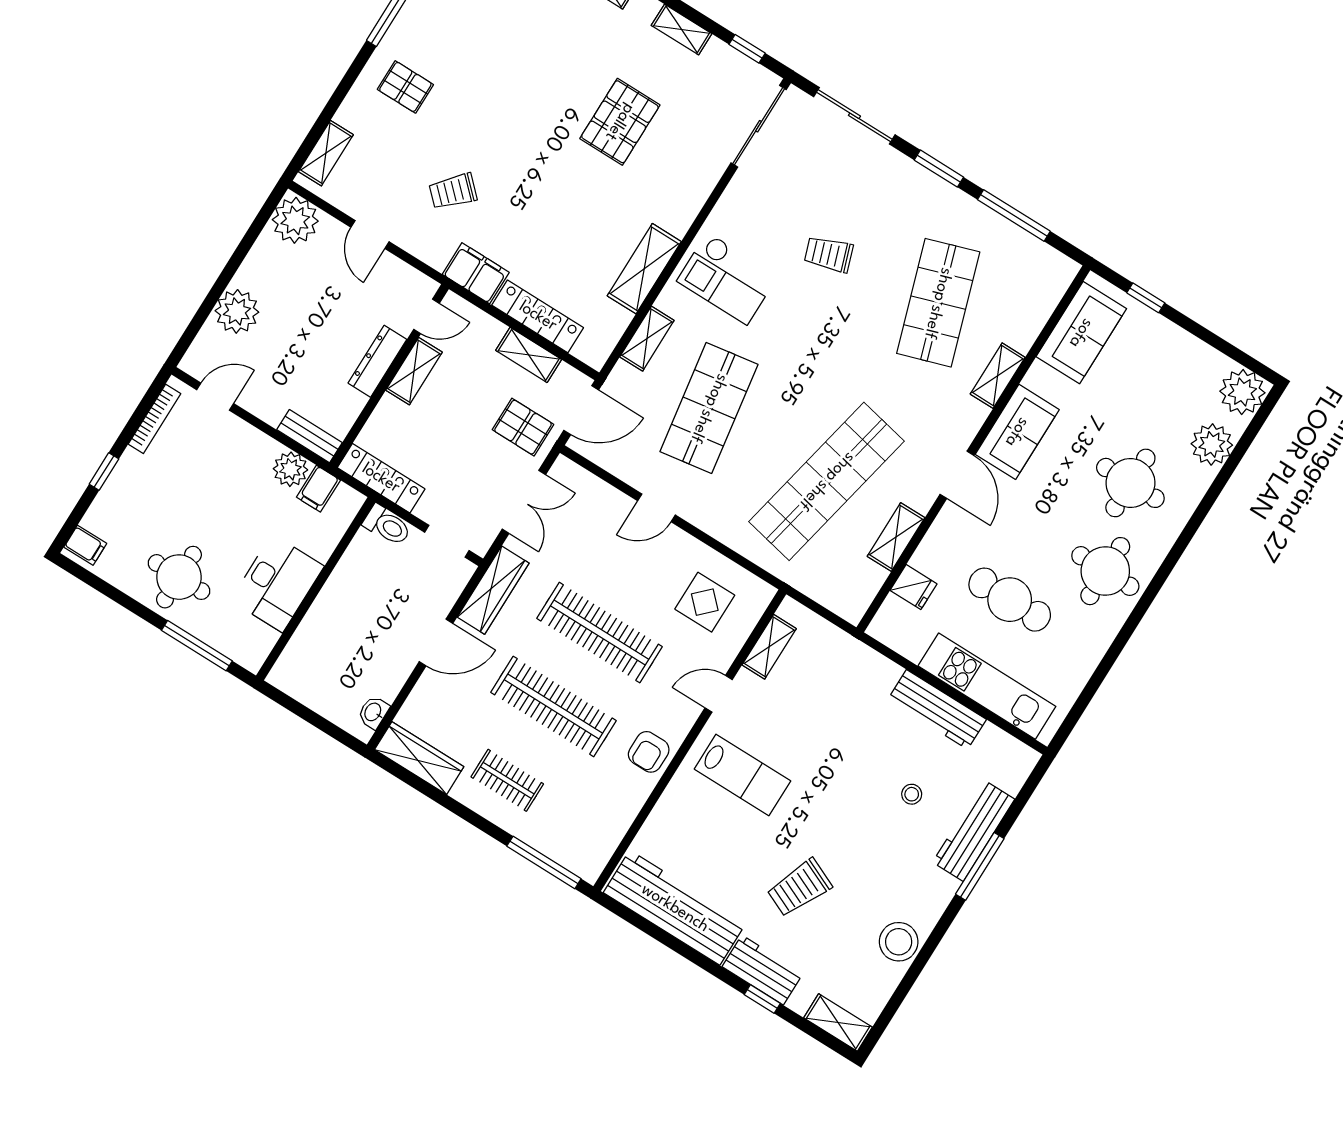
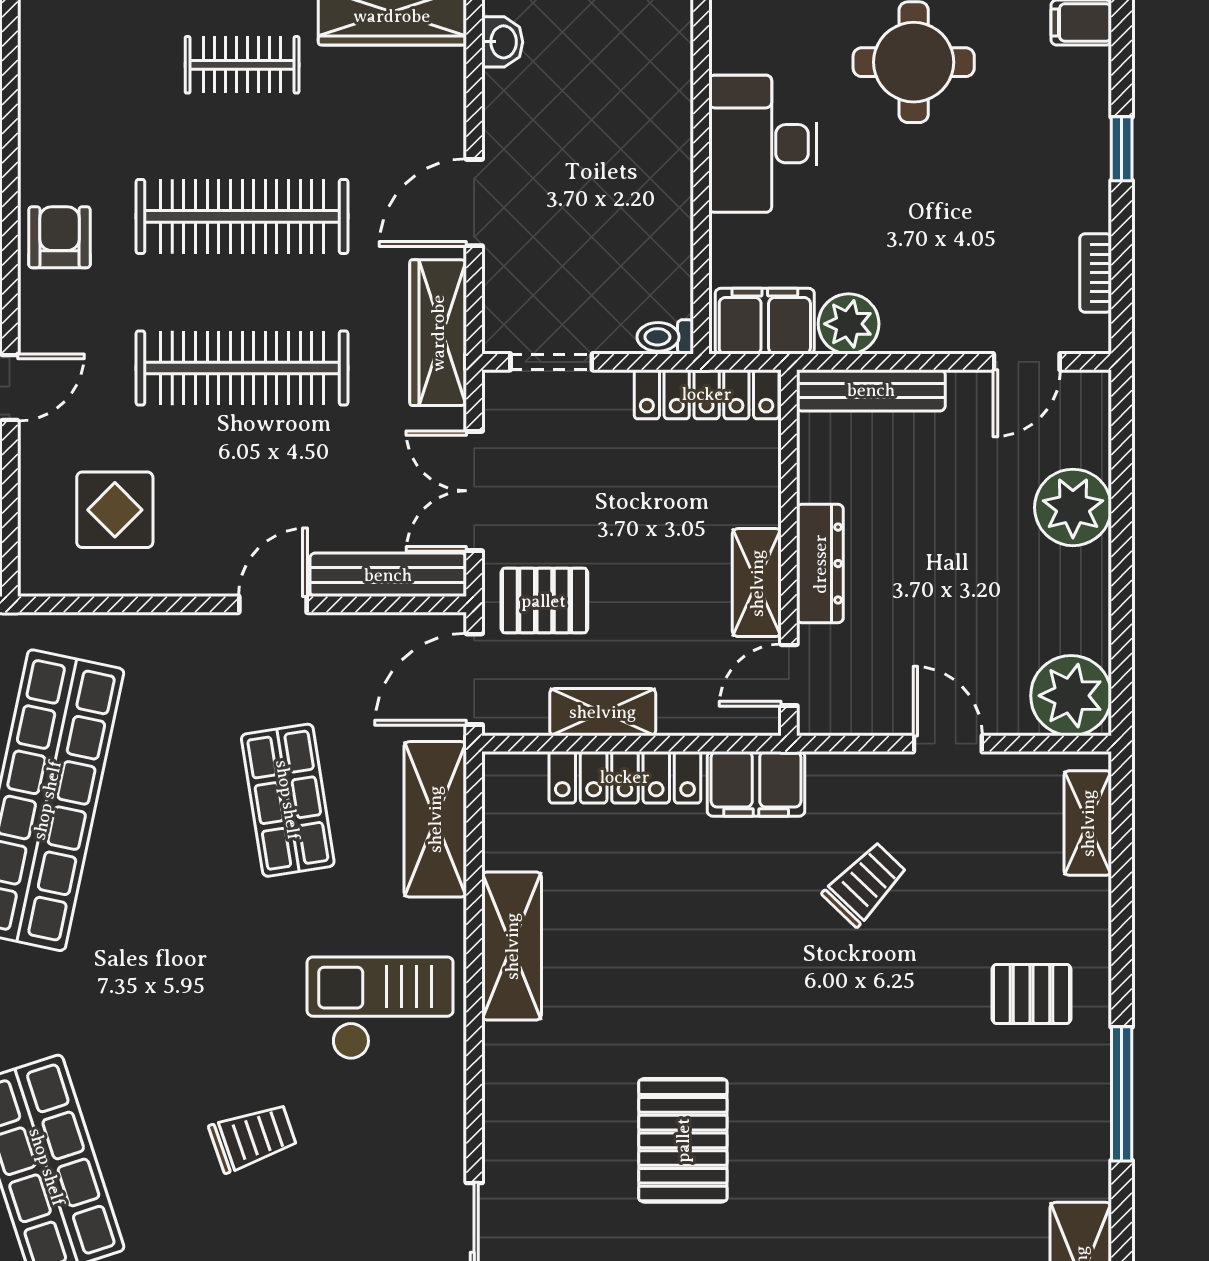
shelving: (647, 339) -> (435, 819), width x1.50, depth x1.33
shop shelf: (709, 408) -> (288, 800), width x0.70, depth x0.74
bookcase: (155, 419) -> (1096, 273), width x0.64
bench: (309, 436) -> (871, 390), width x1.36
bench: (591, 487) -> (388, 575), added
filing cabinet: (318, 489) -> (765, 321), width x2.00
toilet: (387, 525) -> (665, 337), width x0.73, depth x0.72

